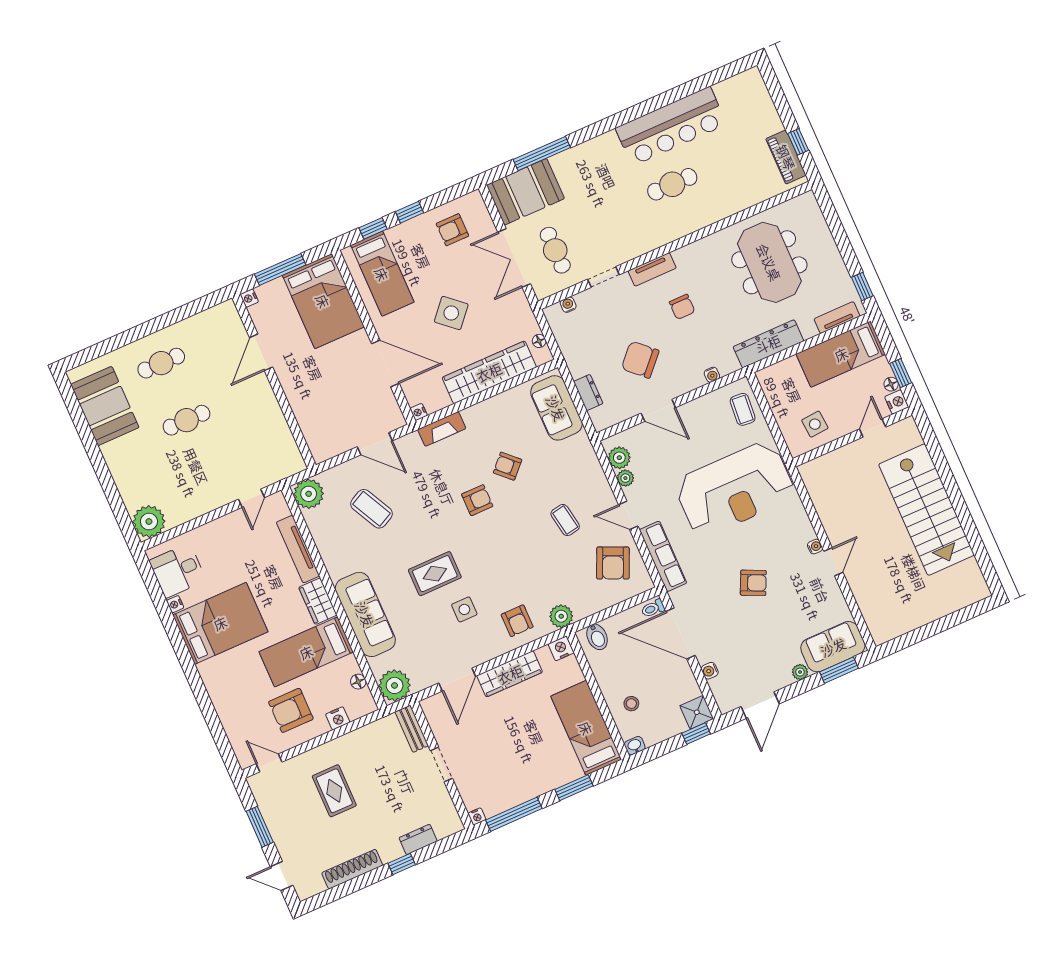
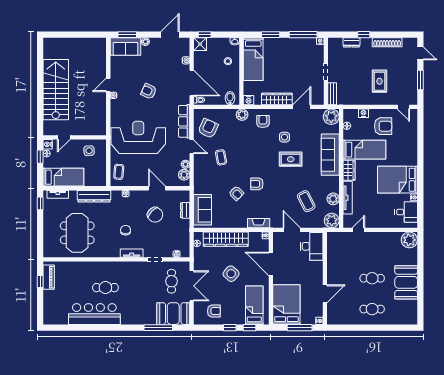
booth: (105, 406) -> (406, 282), moved
desk: (324, 430) -> (312, 246), added
plant: (324, 535) -> (333, 199), added

